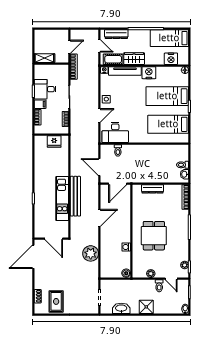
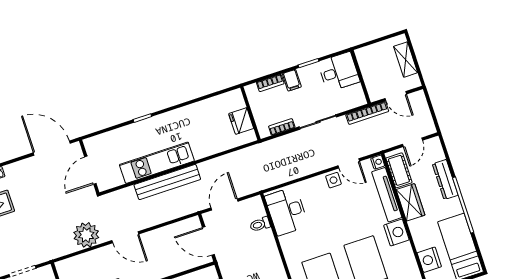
dresser: (116, 34) -> (445, 179), moved
shelving: (44, 58) -> (406, 60), moved
desk: (45, 89) -> (339, 72), moved, turned 90
door: (99, 115) -> (349, 163), moved
door: (99, 218) -> (125, 237), moved

